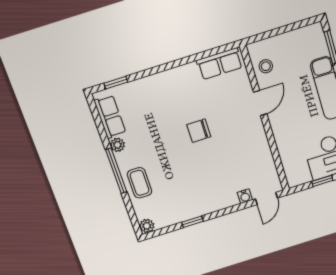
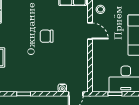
door: (260, 103) -> (90, 31), hinge flipped

